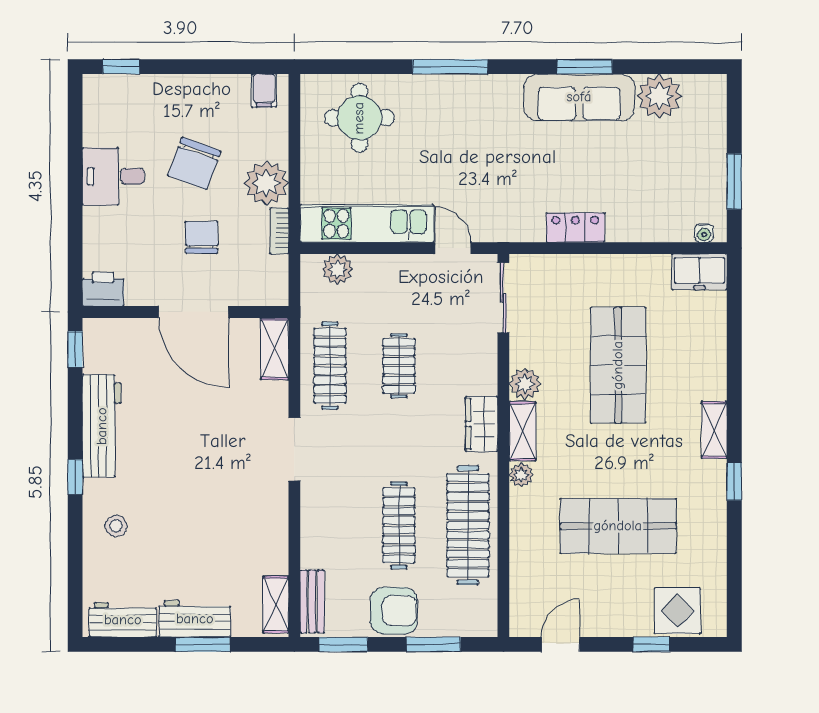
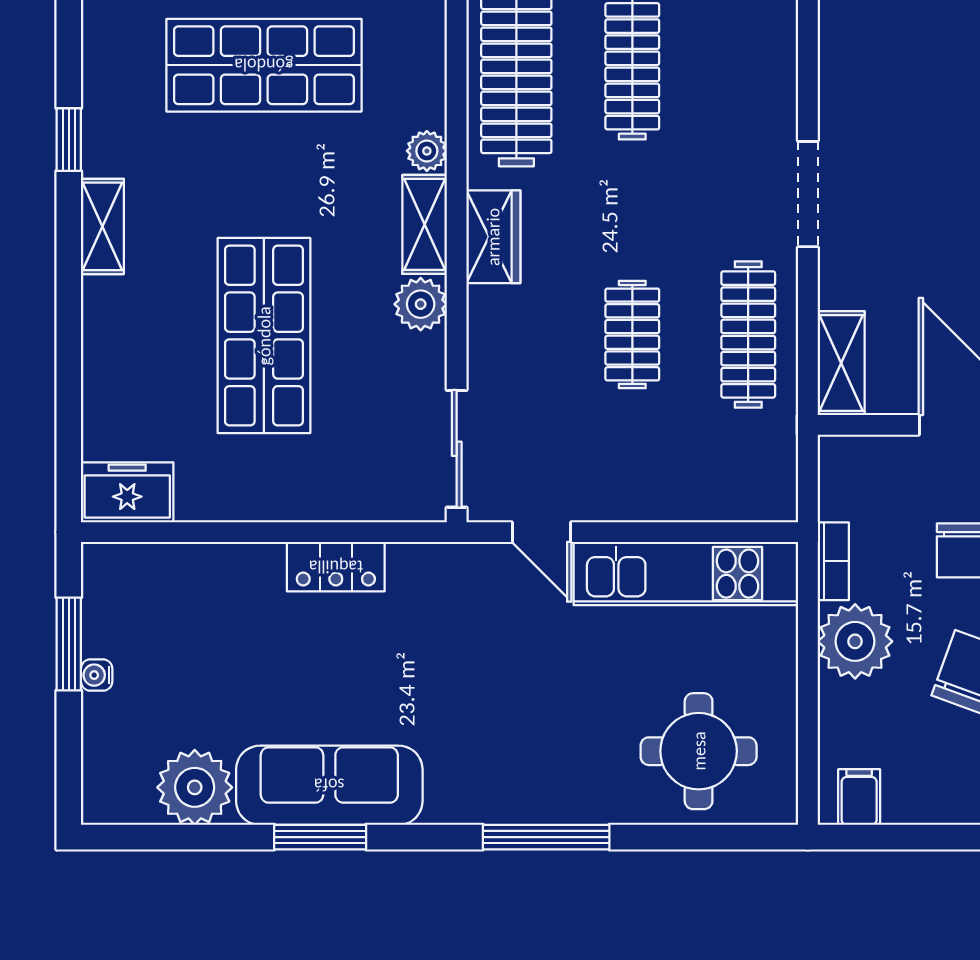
water cooler: (704, 233) -> (97, 675), moved, turned -90
plant: (337, 269) -> (736, 497), removed

